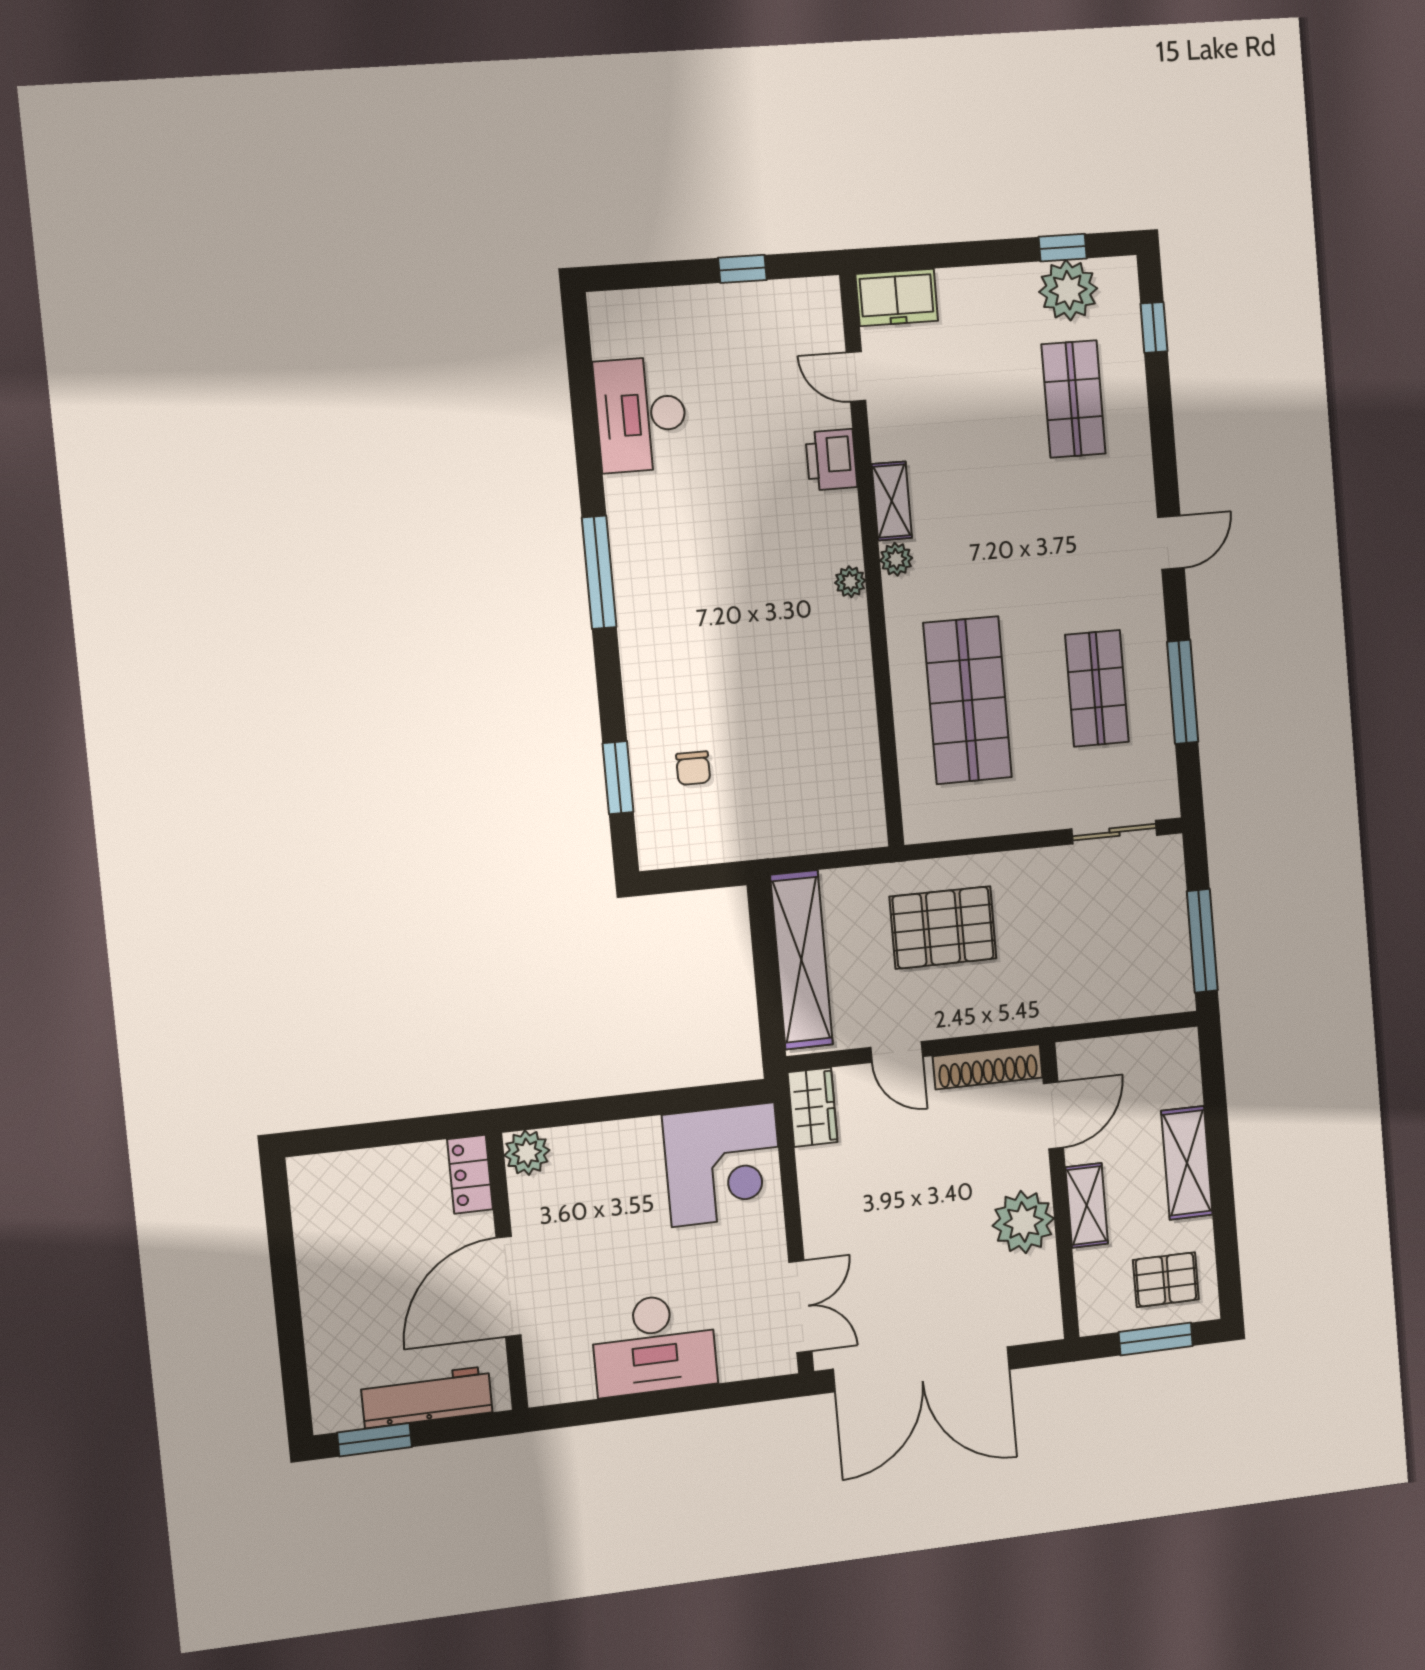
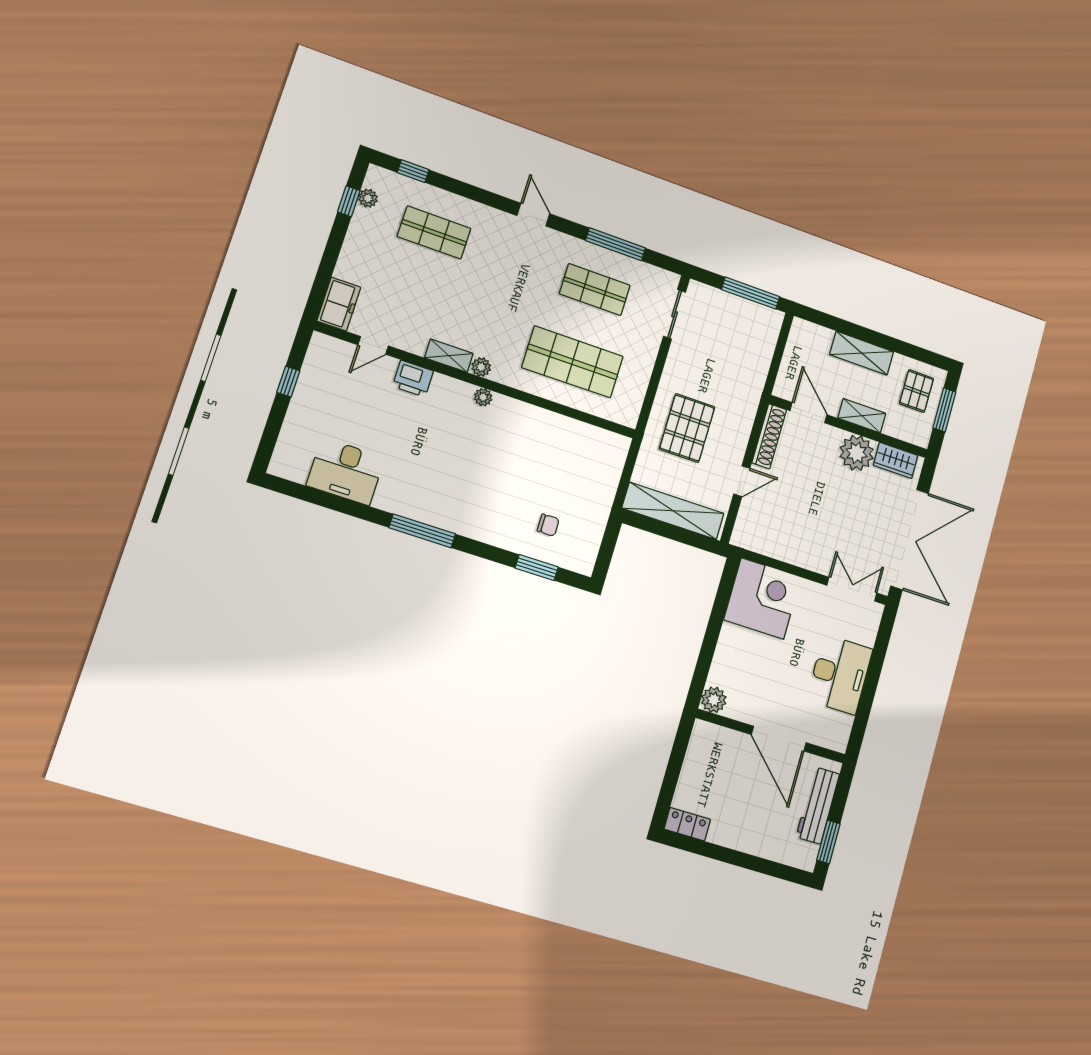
plant: (1068, 290) -> (368, 198), width x0.53, depth x0.53
wardrobe: (813, 1107) -> (896, 460), moved, turned 180
locker: (470, 1174) -> (687, 824), moved, turned 180

